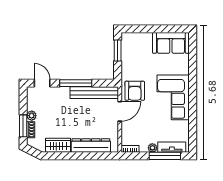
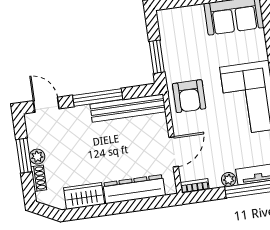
window: (118, 51) -> (157, 57), moved
door: (120, 111) -> (174, 152), moved
window: (23, 126) -> (24, 156), moved

